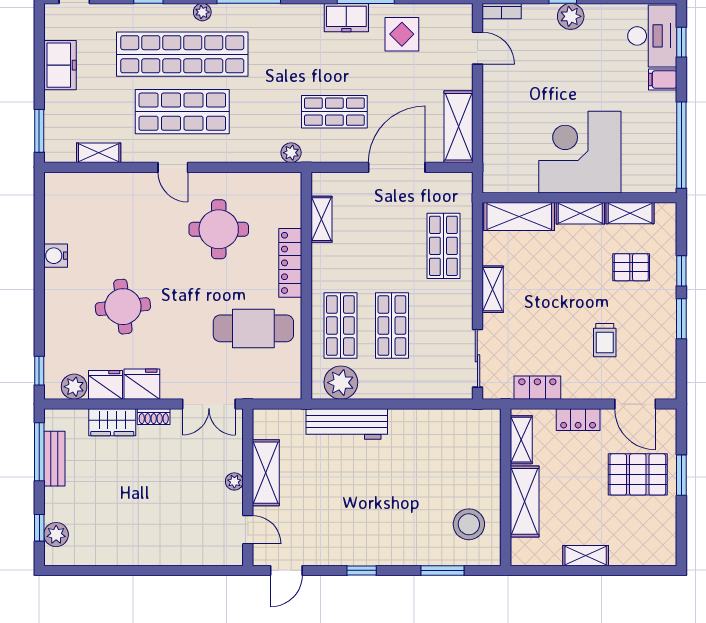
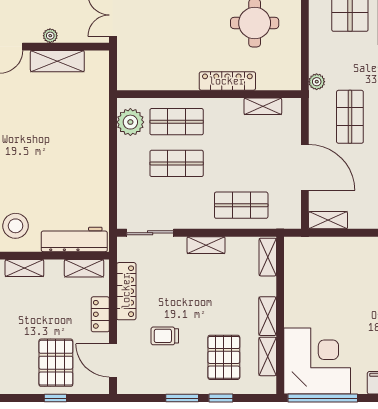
shelving: (458, 127) -> (328, 220), width x0.67, depth x0.75
corner desk: (580, 152) -> (317, 361), moved
shelving: (519, 217) -> (268, 257), width x0.67, depth x0.75
pallet: (631, 267) -> (224, 357), width x1.50, depth x1.42
cafe table: (253, 328) -> (174, 51), removed
locker: (537, 388) -> (126, 291), width x1.53
door: (635, 404) -> (113, 360), hinge flipped
workbench: (347, 424) -> (74, 239), moved, turned 90
window: (681, 475) -> (55, 398), width x0.67
shelving: (525, 501) -> (24, 268), width x0.67, depth x0.75

